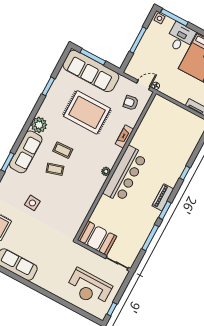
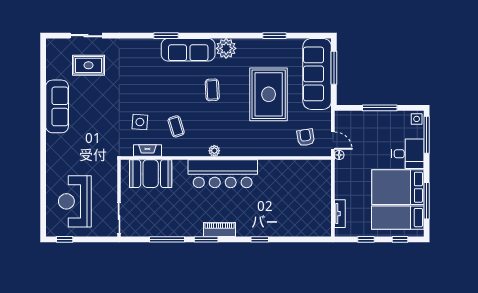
fireplace: (124, 136) -> (147, 150), moved
coffee table: (55, 169) -> (176, 126), moved
side table: (32, 203) -> (140, 122), moved
booth: (97, 238) -> (151, 174), moved, turned 90

